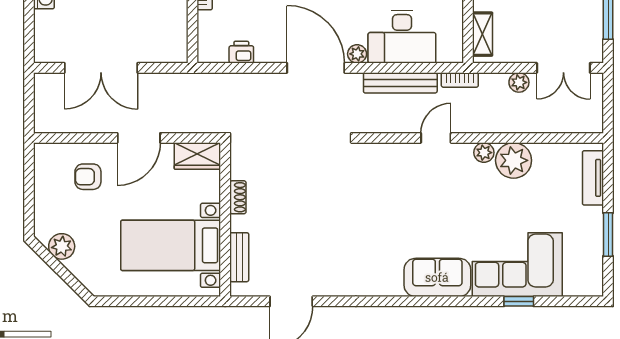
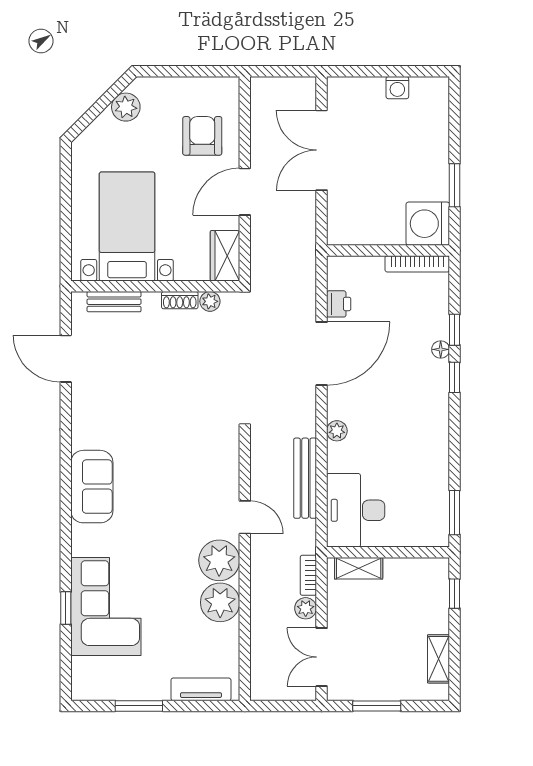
desk: (402, 37) -> (356, 510), moved
door: (316, 68) -> (322, 354), moved
bookcase: (460, 80) -> (308, 575), moved
door: (139, 138) -> (245, 192), hinge flipped
plant: (484, 153) -> (219, 560), width x1.88, depth x1.88
plant: (239, 170) -> (210, 301), added
armchair: (88, 177) -> (202, 136), width x1.38, depth x1.38
sofa: (437, 277) -> (92, 487), moved

